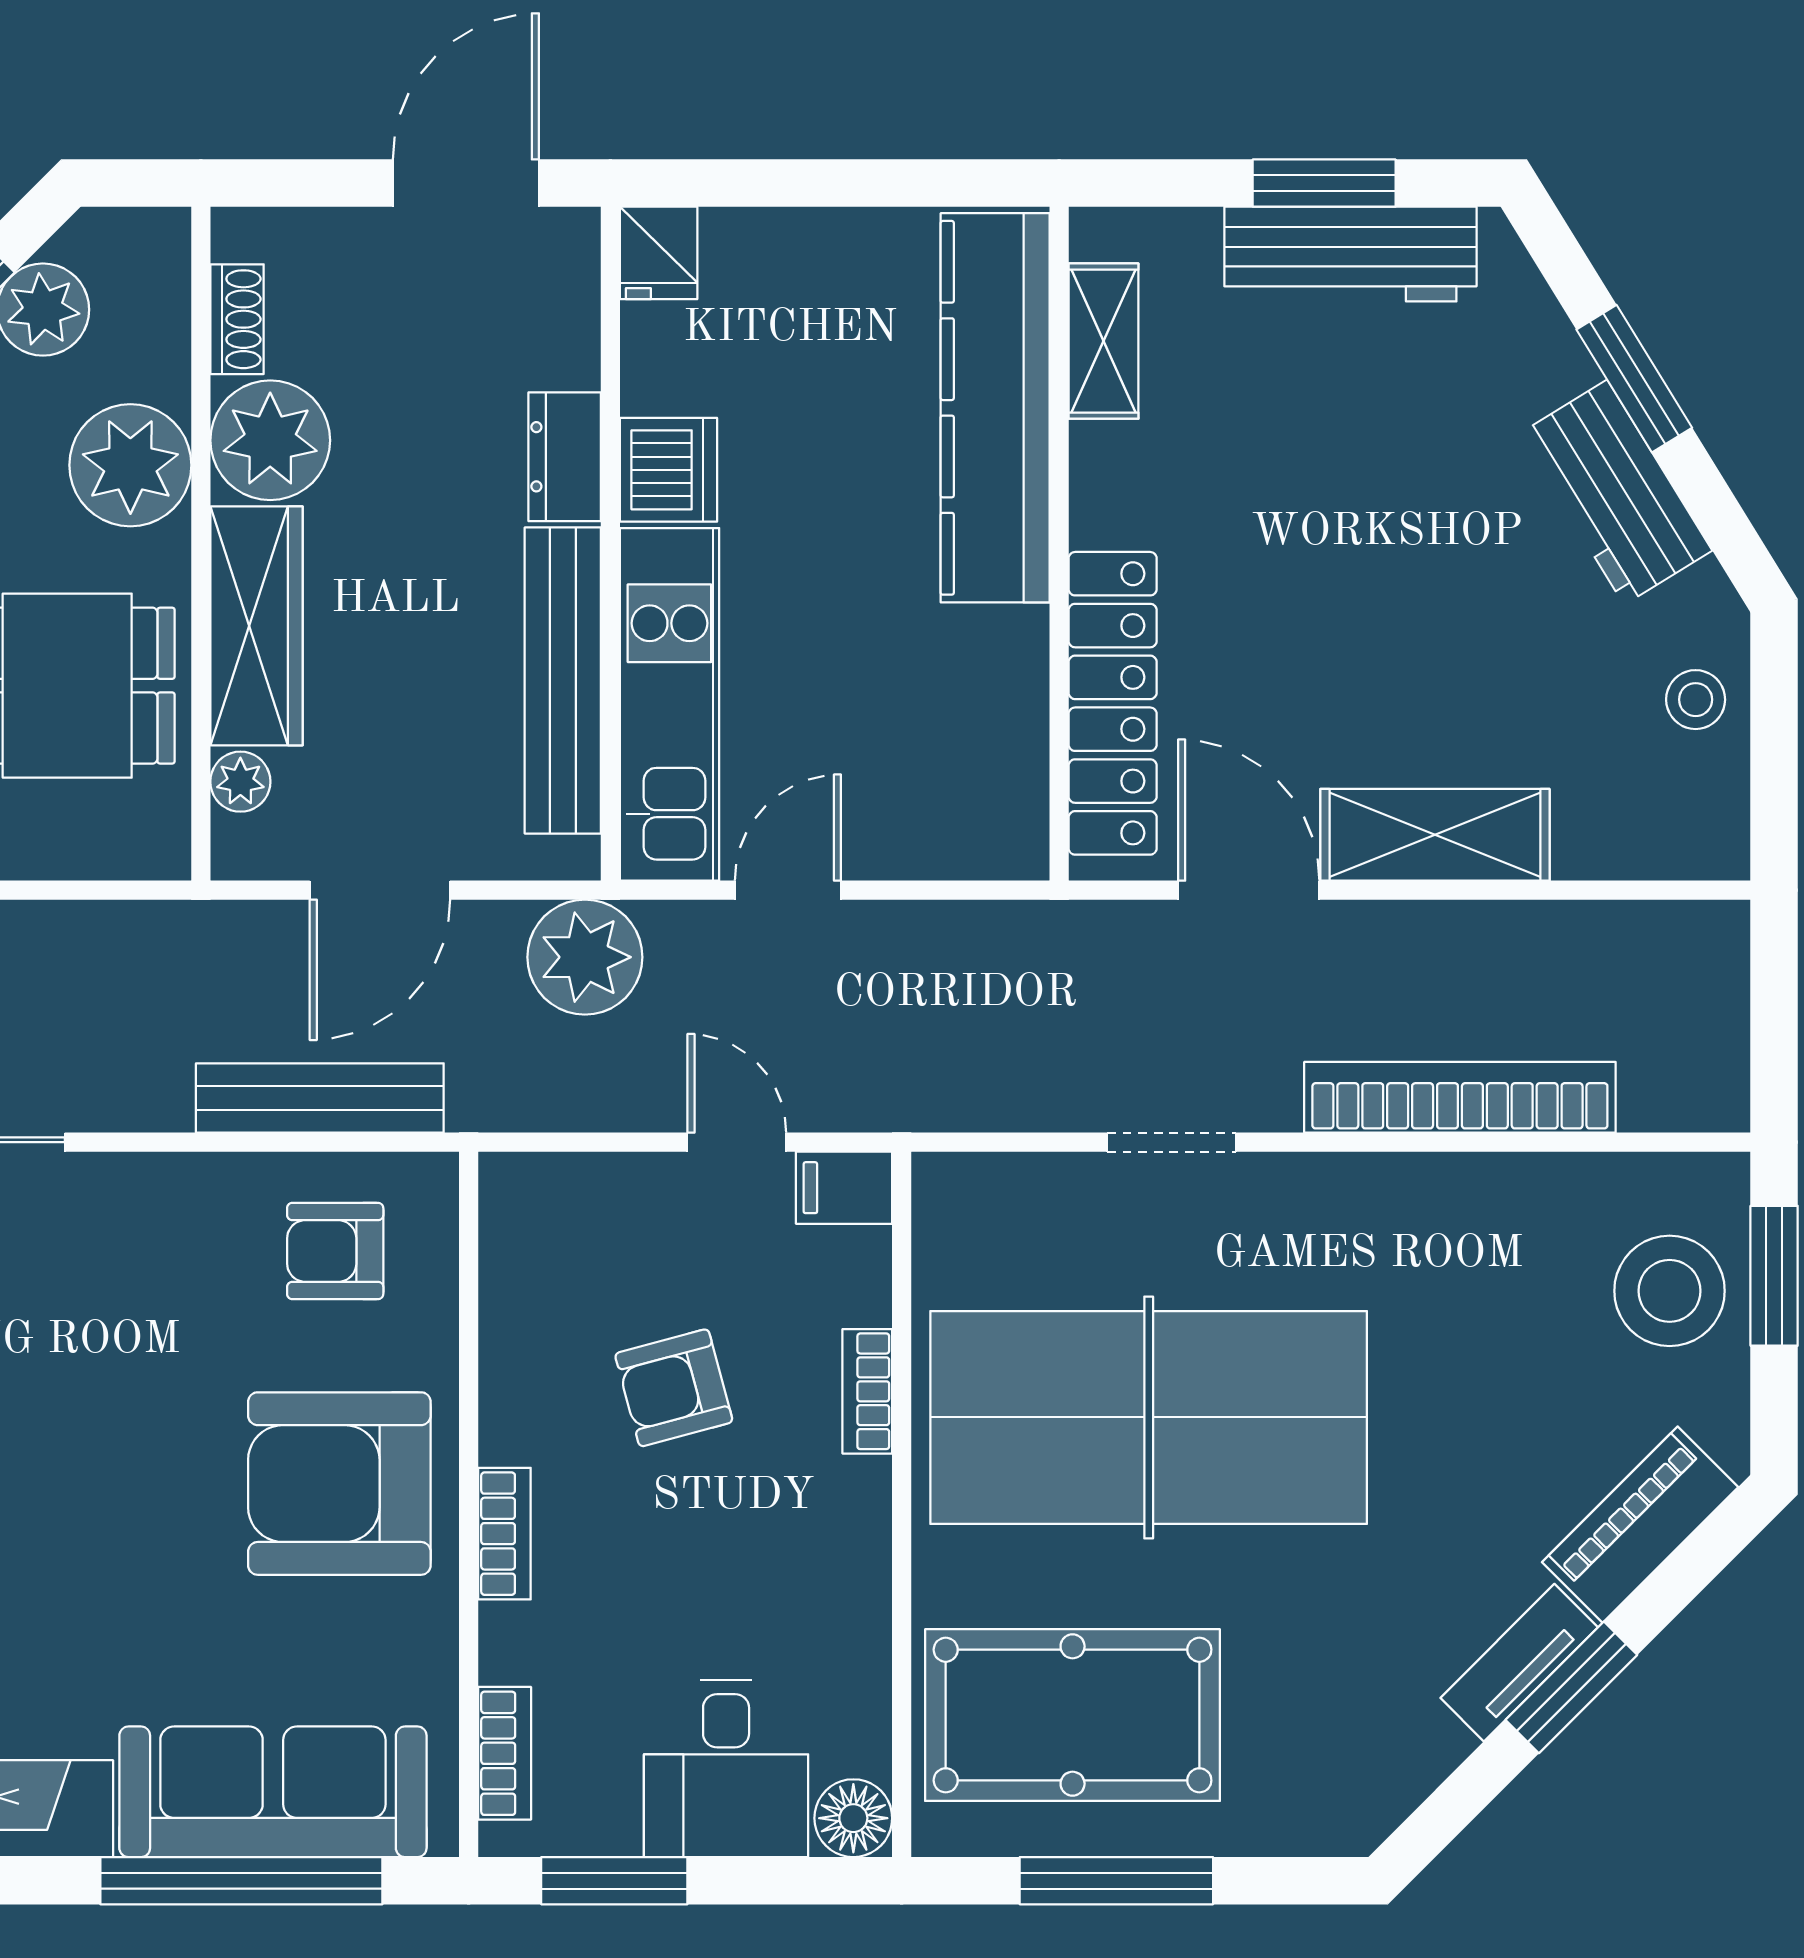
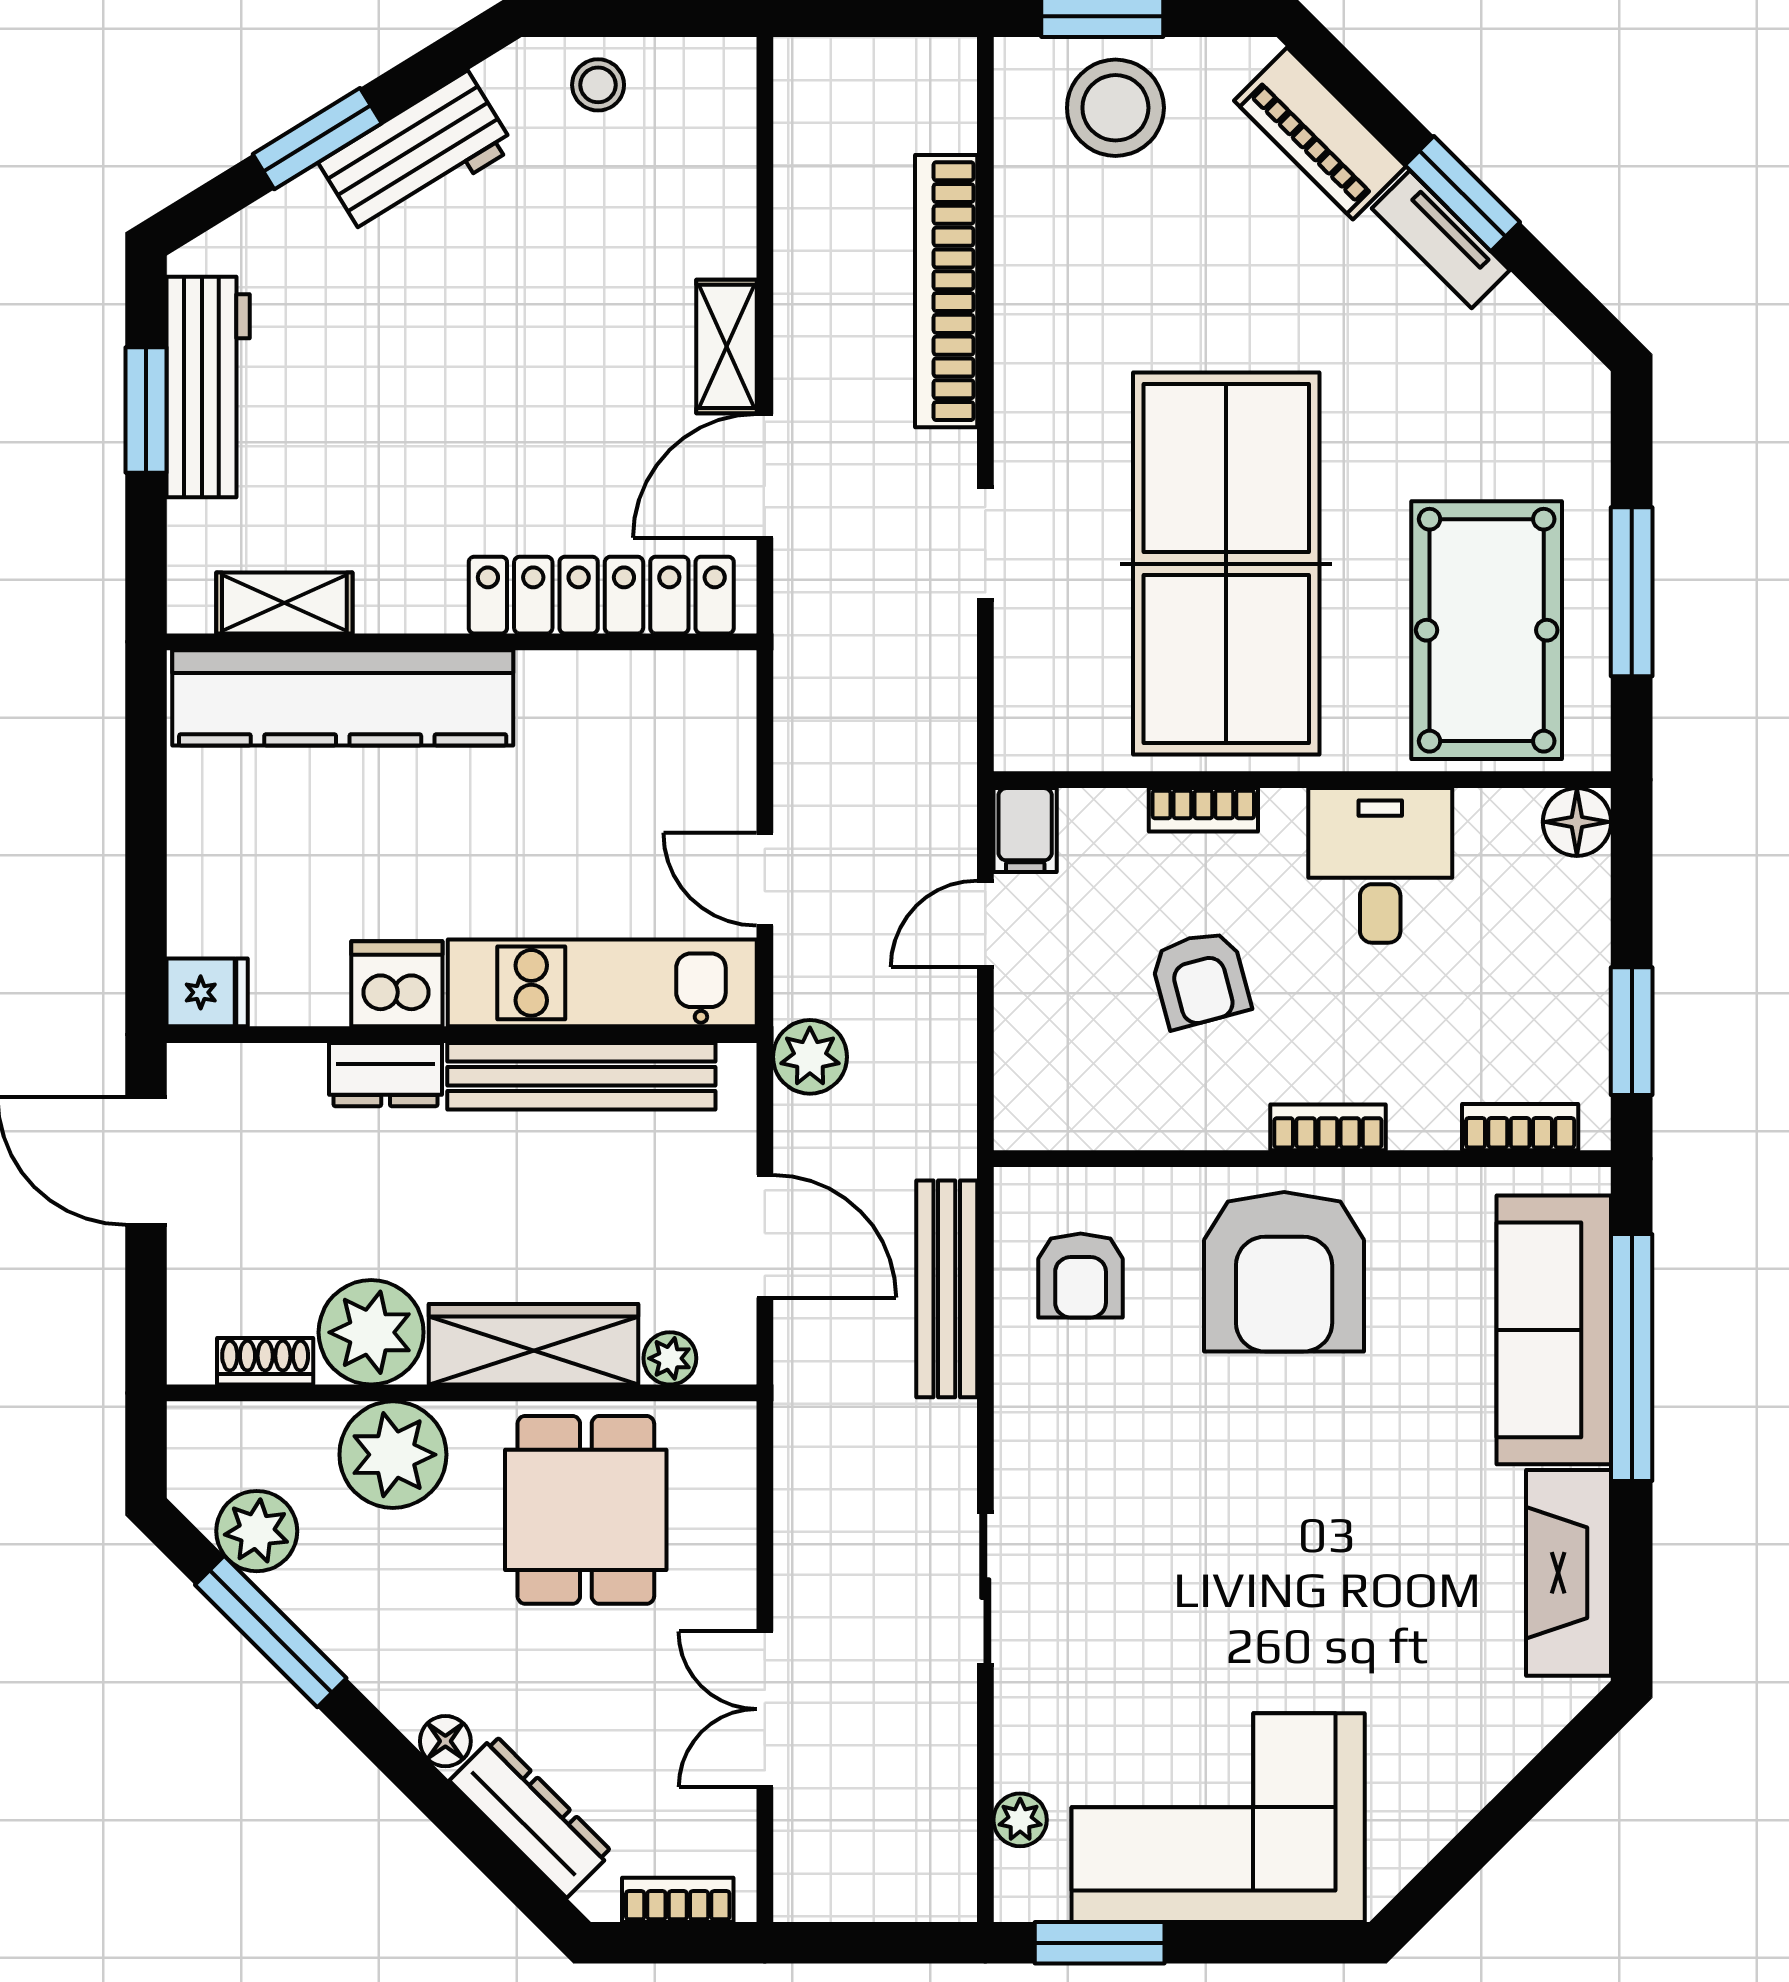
shelving: (1435, 835) -> (726, 346), width x0.67, depth x0.75
plant: (585, 957) -> (810, 1057), width x0.73, depth x0.73
desk: (726, 1769) -> (1380, 865), moved, turned -90

